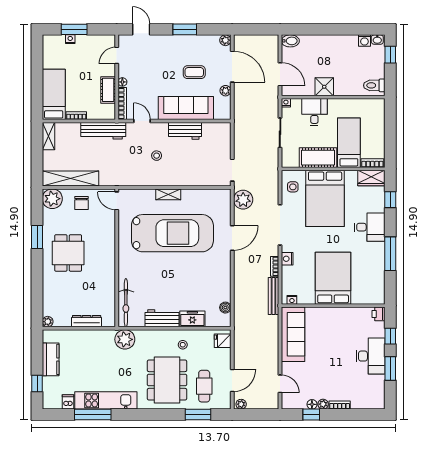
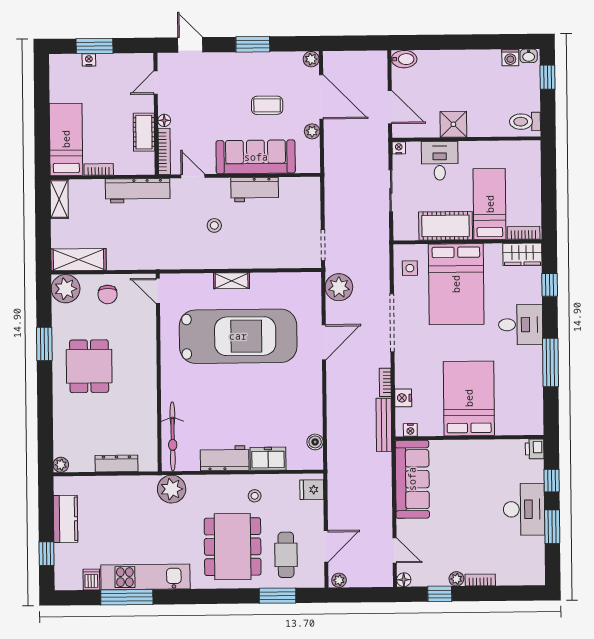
shelving: (70, 178) -> (78, 260), width x0.68
nightstand: (287, 259) -> (403, 398), moved
floor lamp: (312, 404) -> (404, 580), moved

